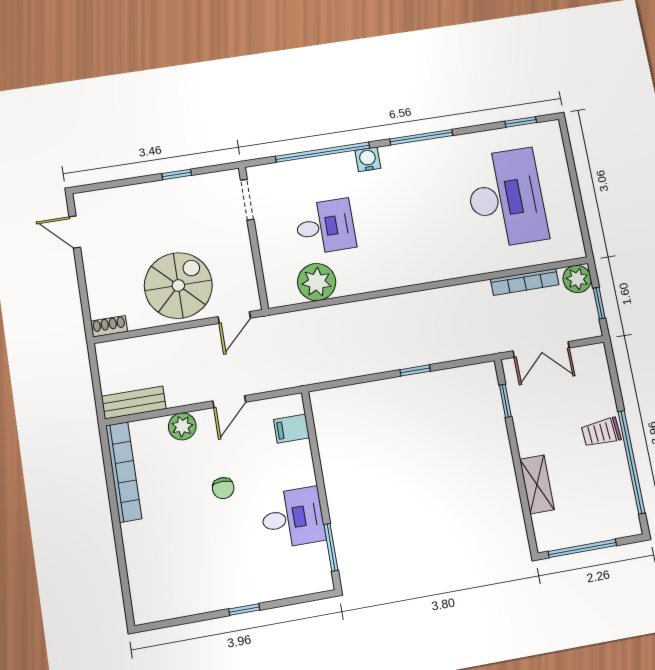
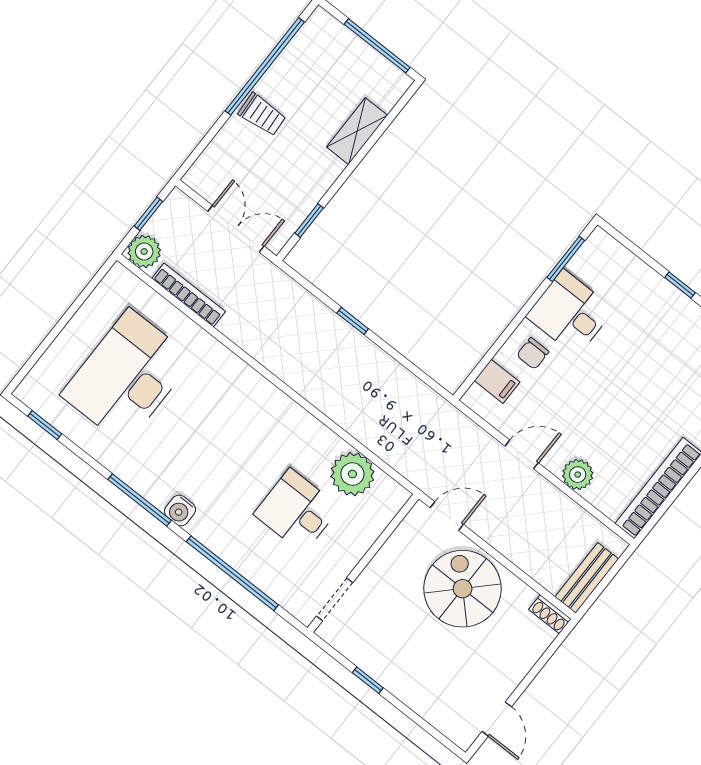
water cooler: (368, 159) -> (180, 510), moved
spiral stairs: (178, 285) -> (463, 589), turned 90
bench: (134, 403) -> (587, 578), moved, turned 90
chair: (223, 488) -> (533, 354), moved, turned 180

